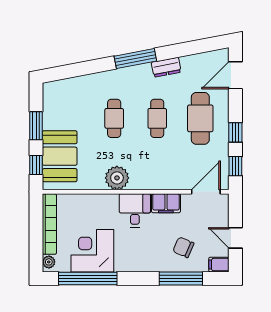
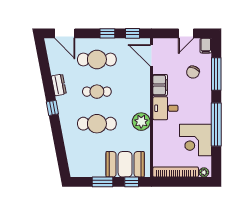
window: (135, 59) -> (52, 108), width x0.46
cafe table: (114, 118) -> (97, 124), width x1.37, depth x1.35
window: (88, 278) -> (216, 125), moved

